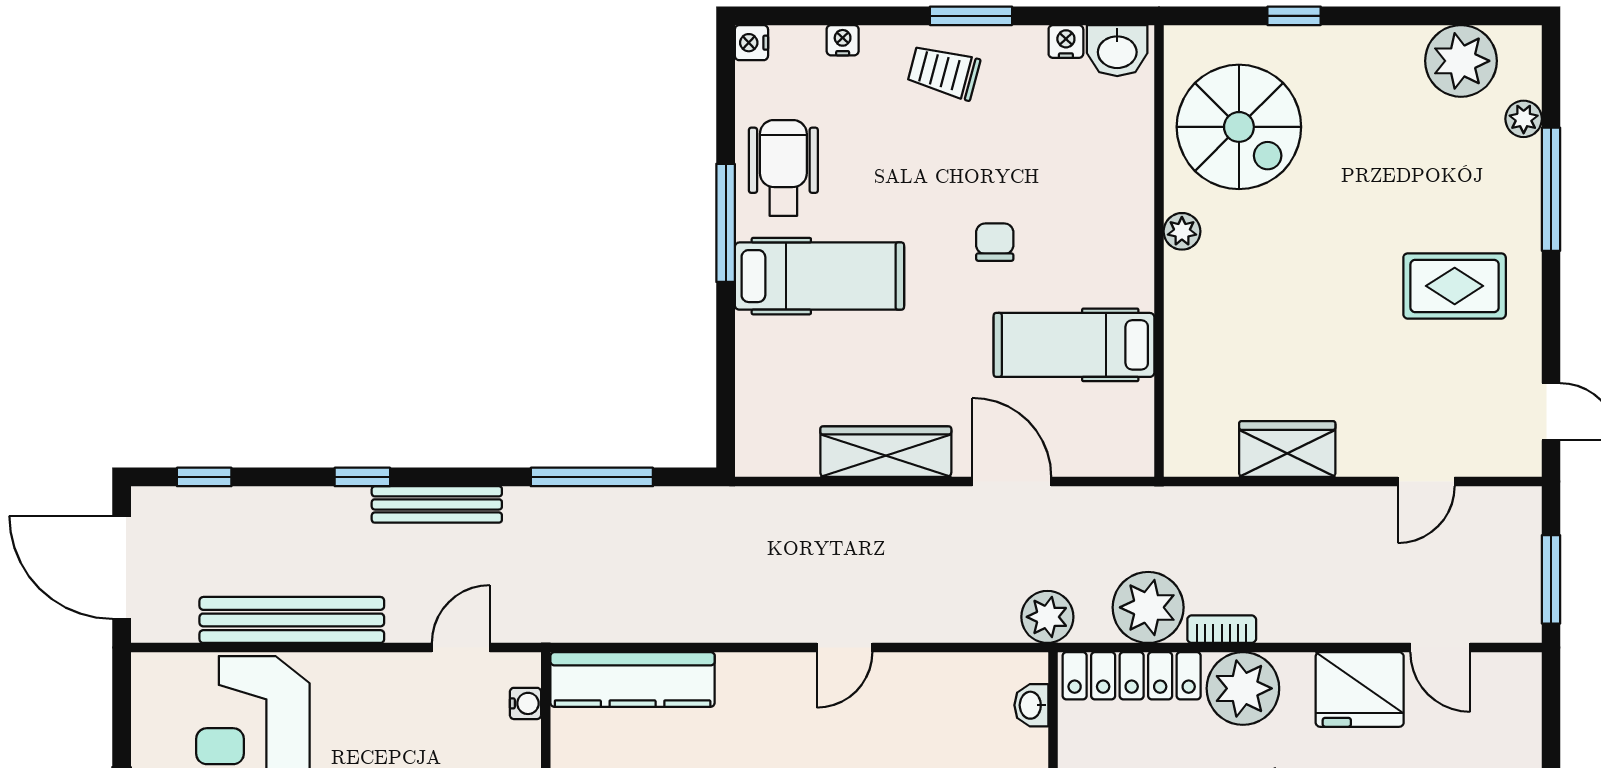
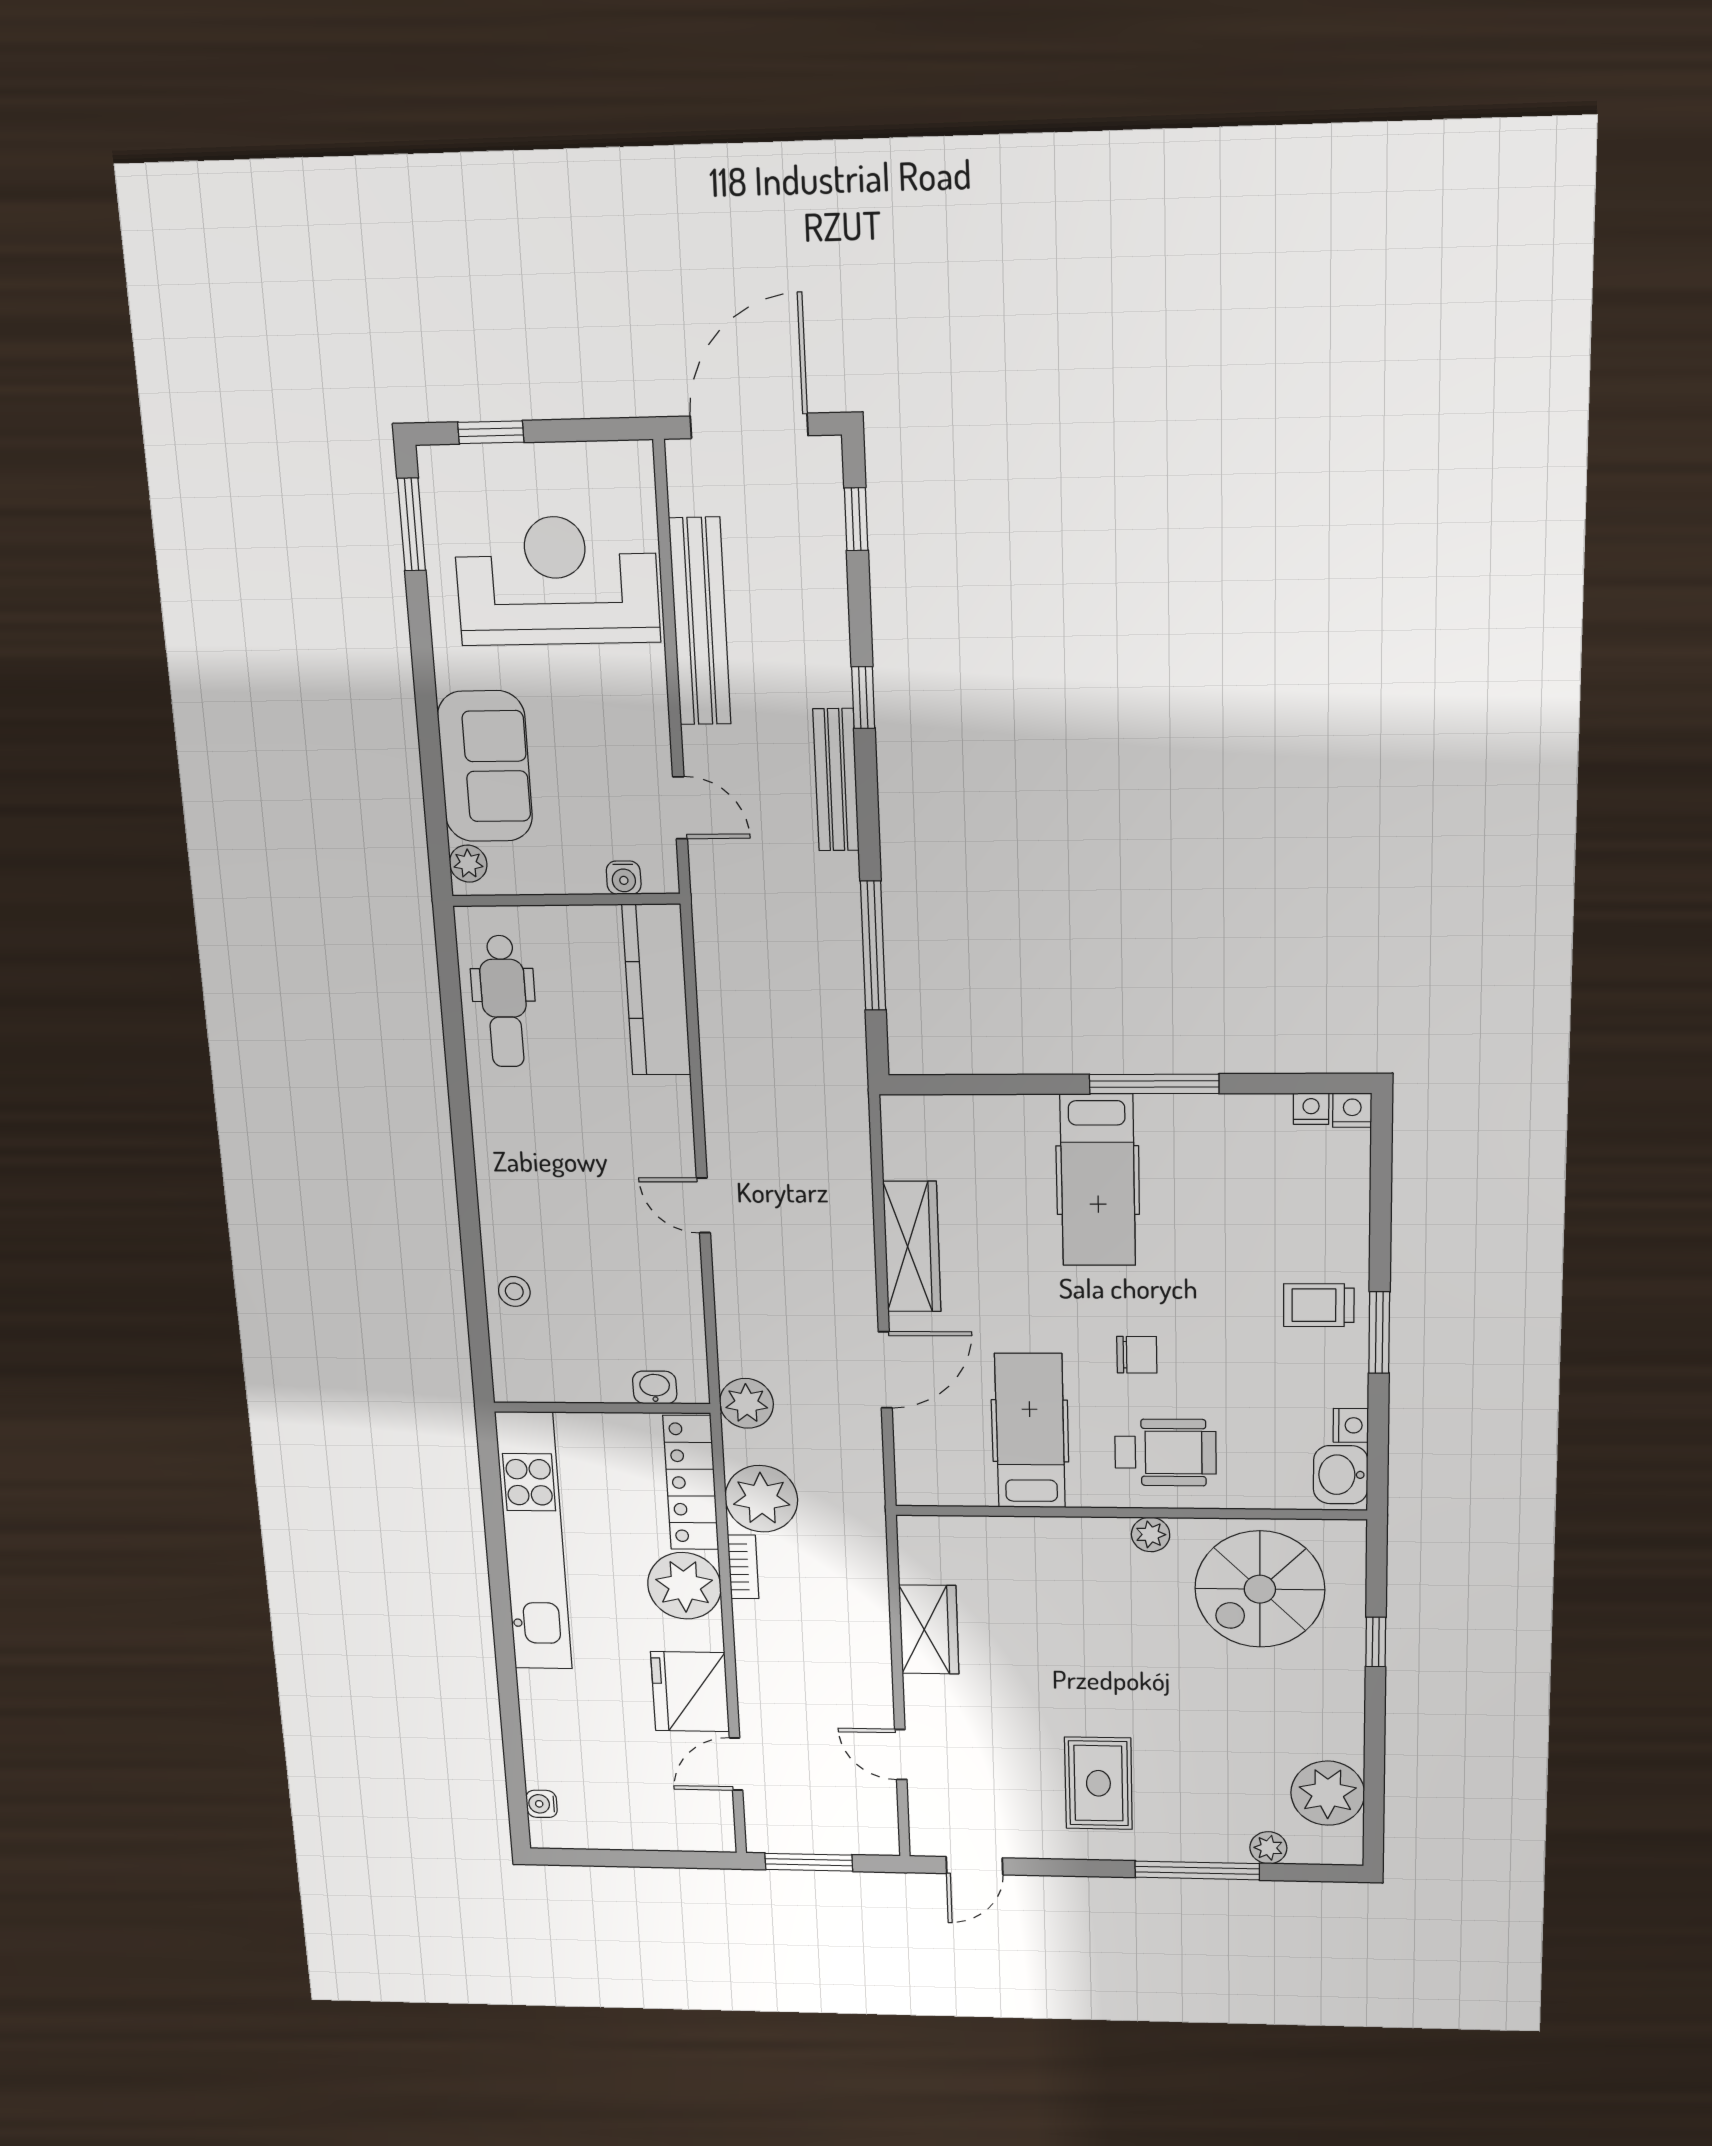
nightstand: (843, 40) -> (1311, 1109), moved, turned -90
trolley: (944, 72) -> (1319, 1305), turned -105
wheelchair: (783, 168) -> (1166, 1452), moved

